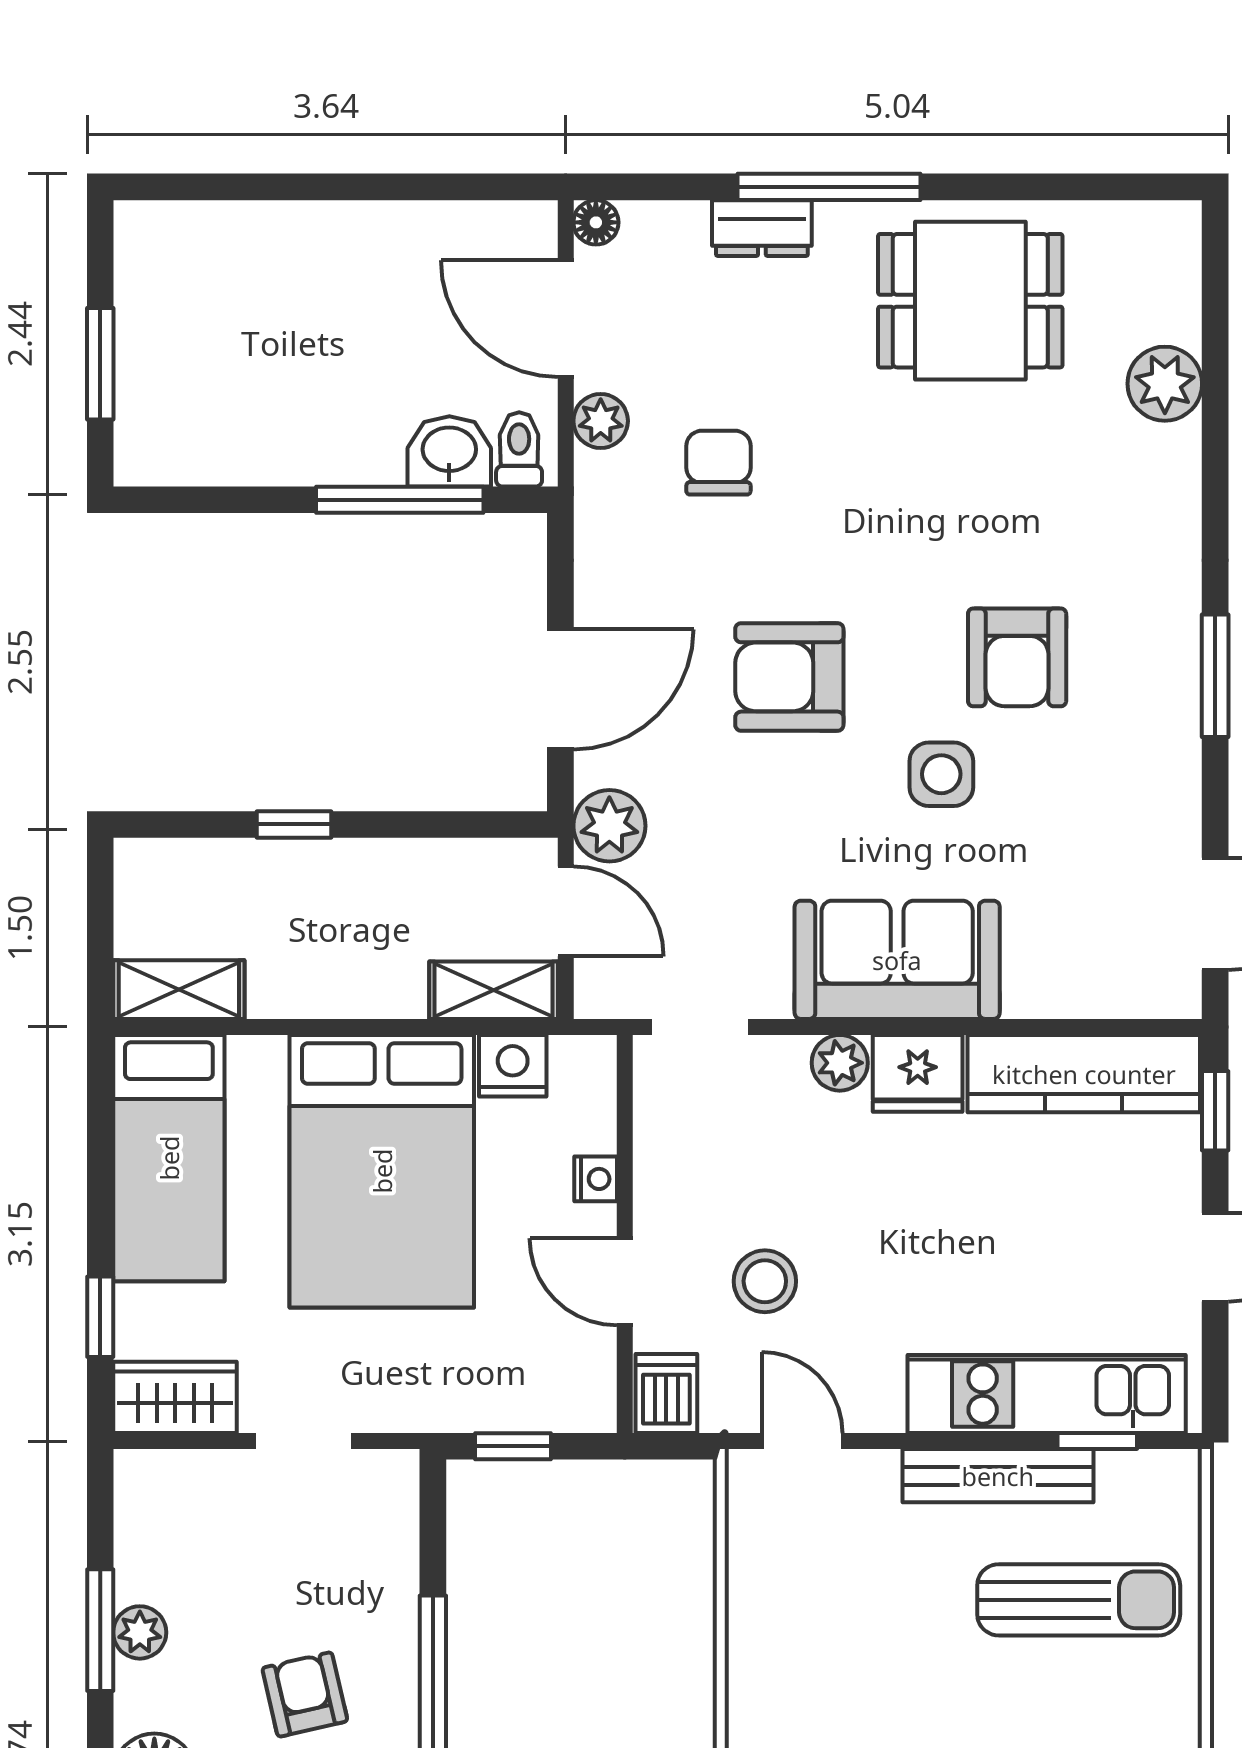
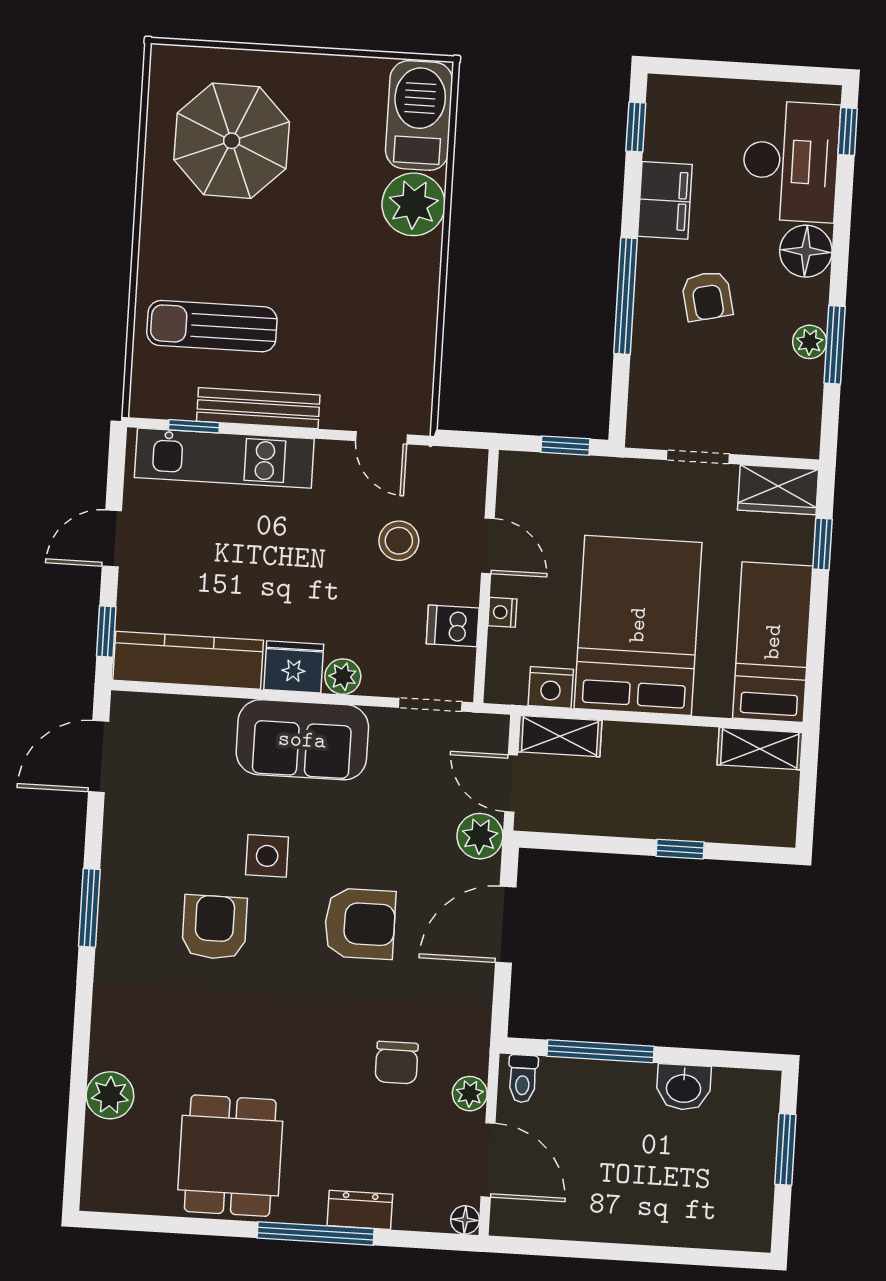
dining table: (970, 301) -> (230, 1156), turned 90
washbasin: (449, 451) -> (684, 1087), moved
dishwasher: (666, 1394) -> (453, 626), moved, turned 90

